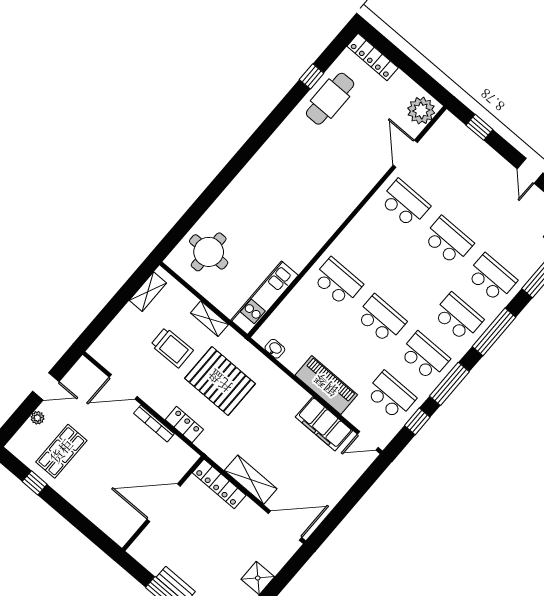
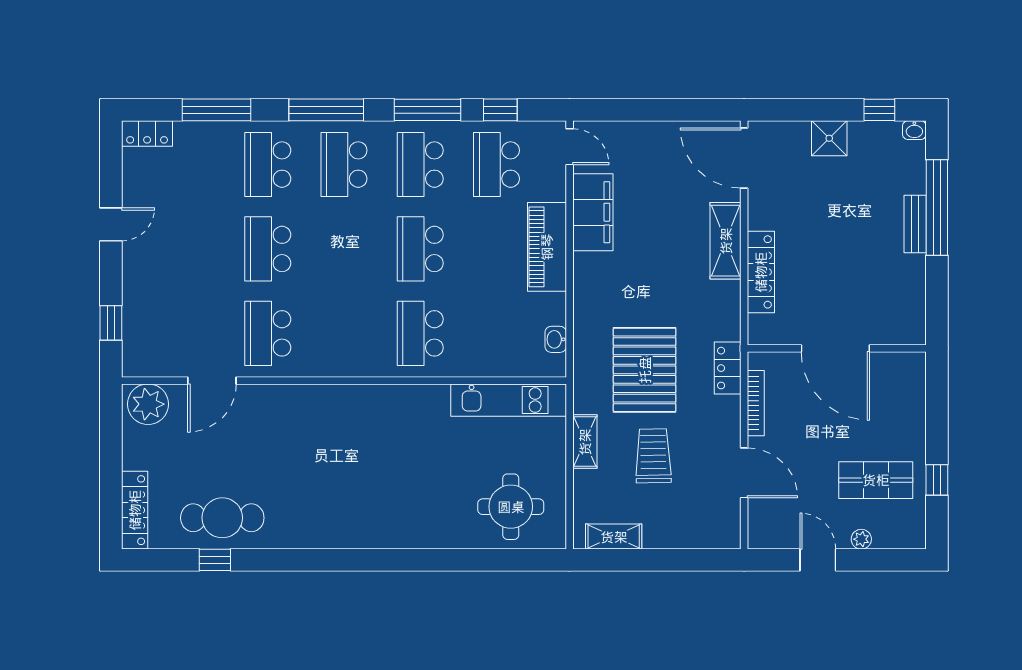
door: (164, 503) -> (835, 348), moved
wall: (163, 504) -> (837, 348), moved

